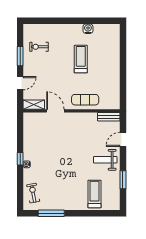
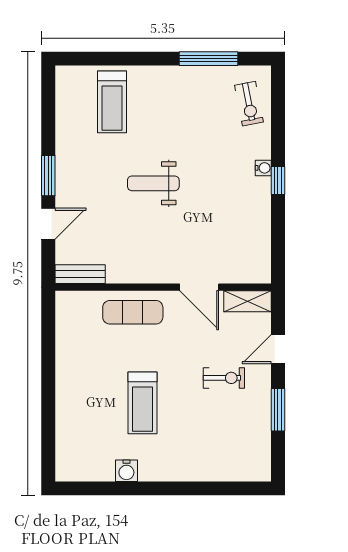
exercise bike: (39, 47) -> (224, 378), moved
weight bench: (105, 160) -> (153, 183), moved, turned 180
window: (123, 180) -> (48, 176), moved

